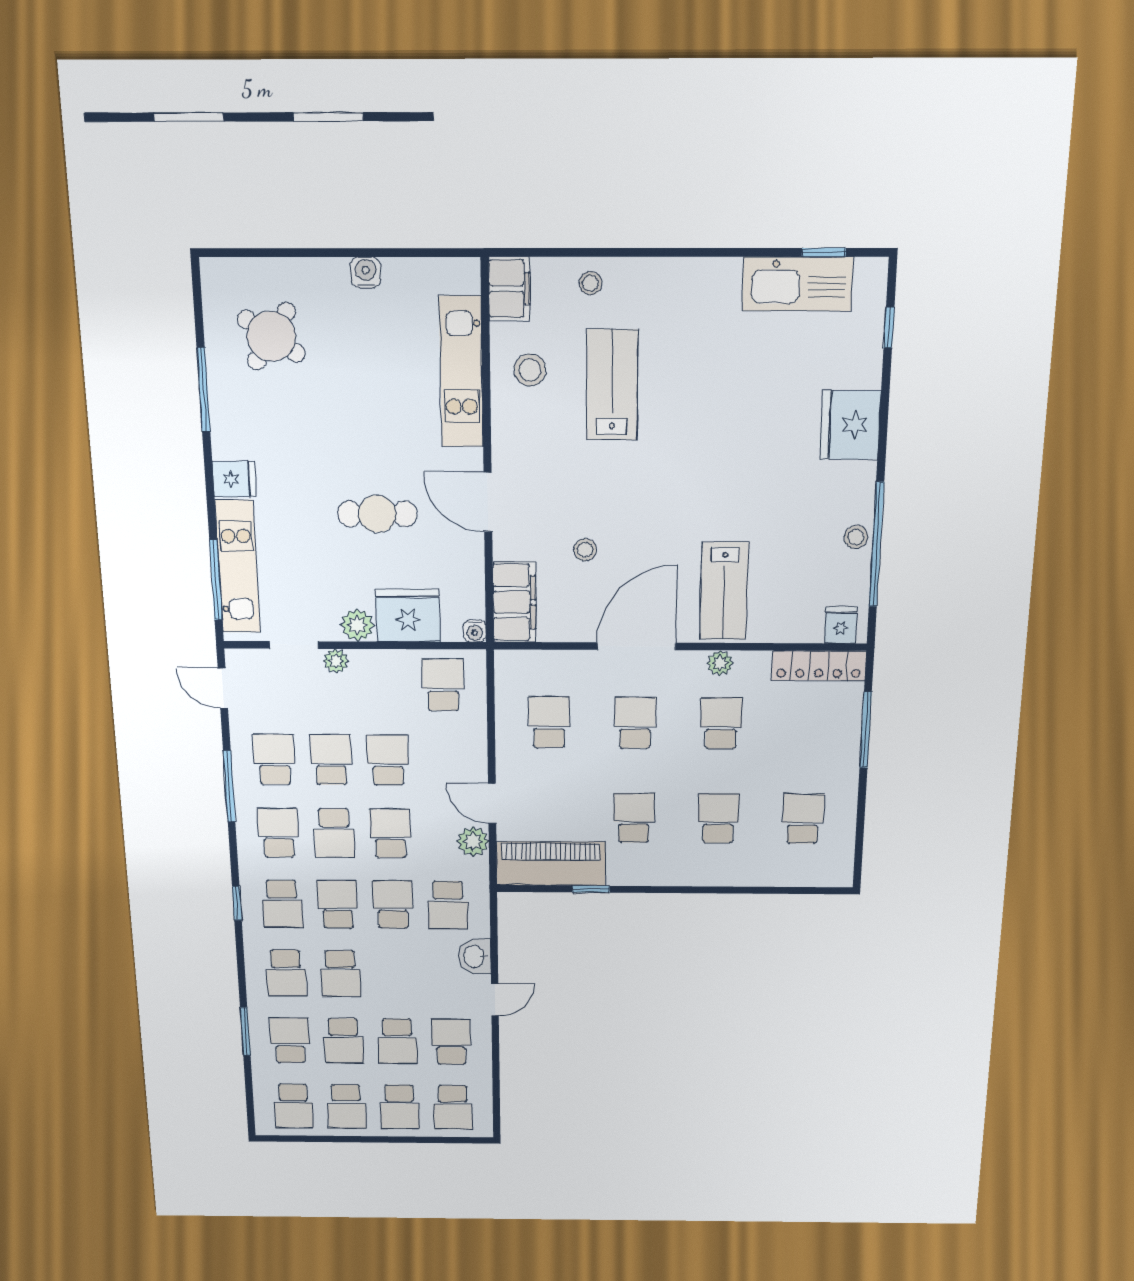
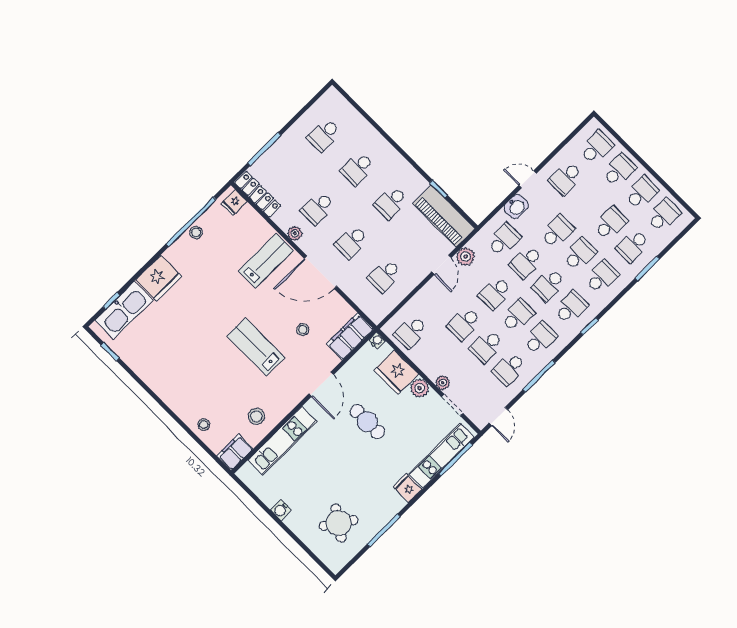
kitchen sink: (797, 284) -> (124, 310), moved, turned 90
lab bench: (612, 385) -> (256, 347), moved, turned 90
school desk: (278, 833) -> (540, 338), turned 180
school desk: (397, 1041) -> (557, 232), moved

